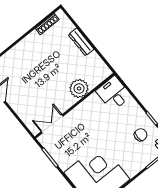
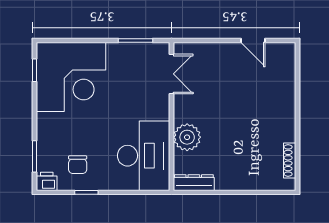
dresser: (81, 42) -> (194, 183), moved
desk: (113, 93) -> (144, 156), width x1.87, depth x1.30

